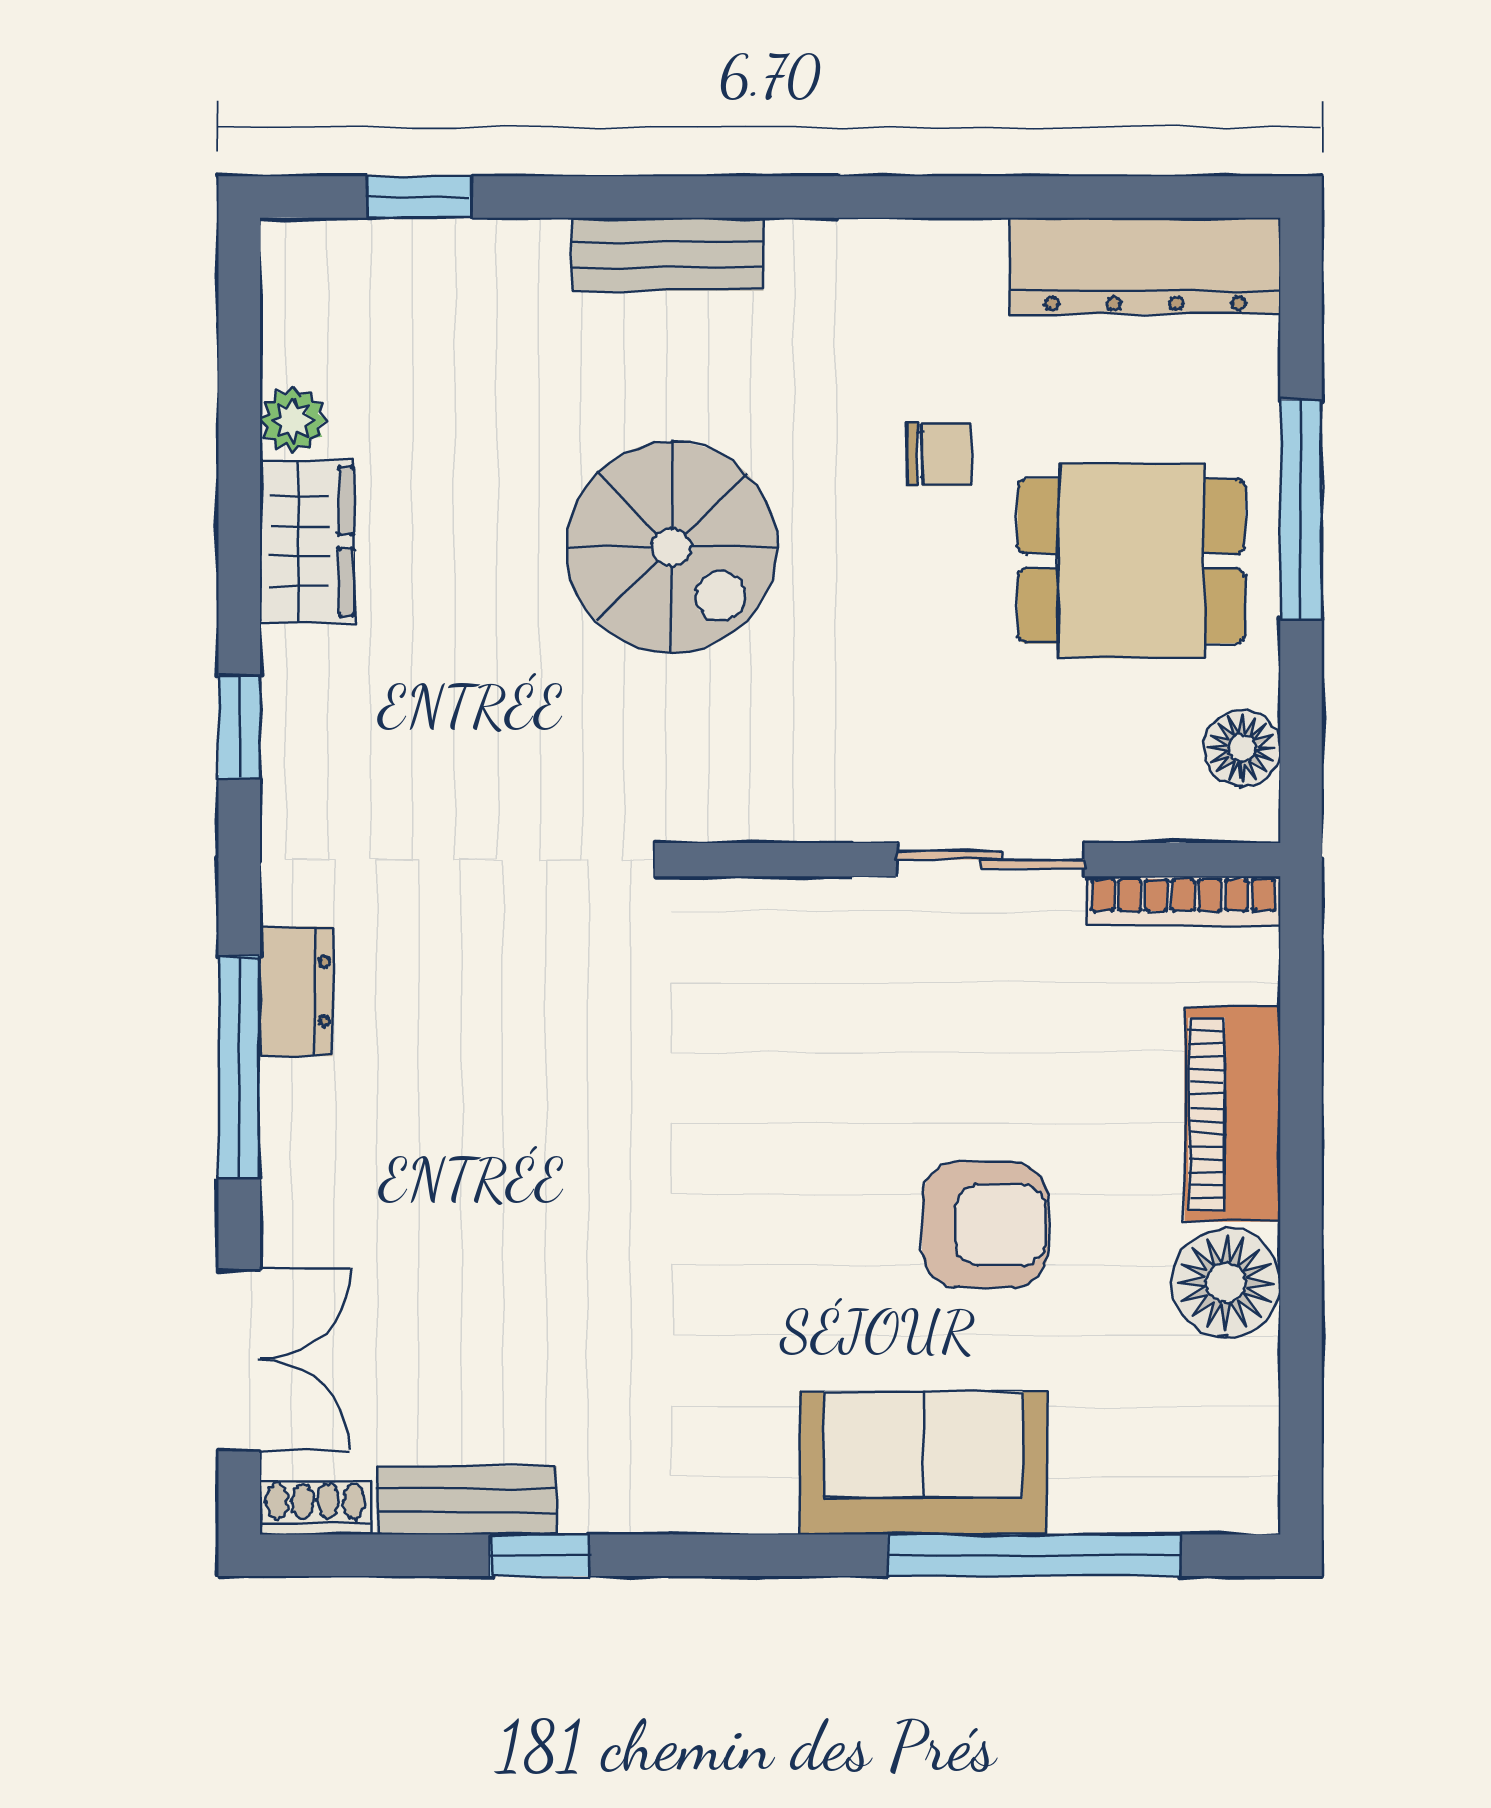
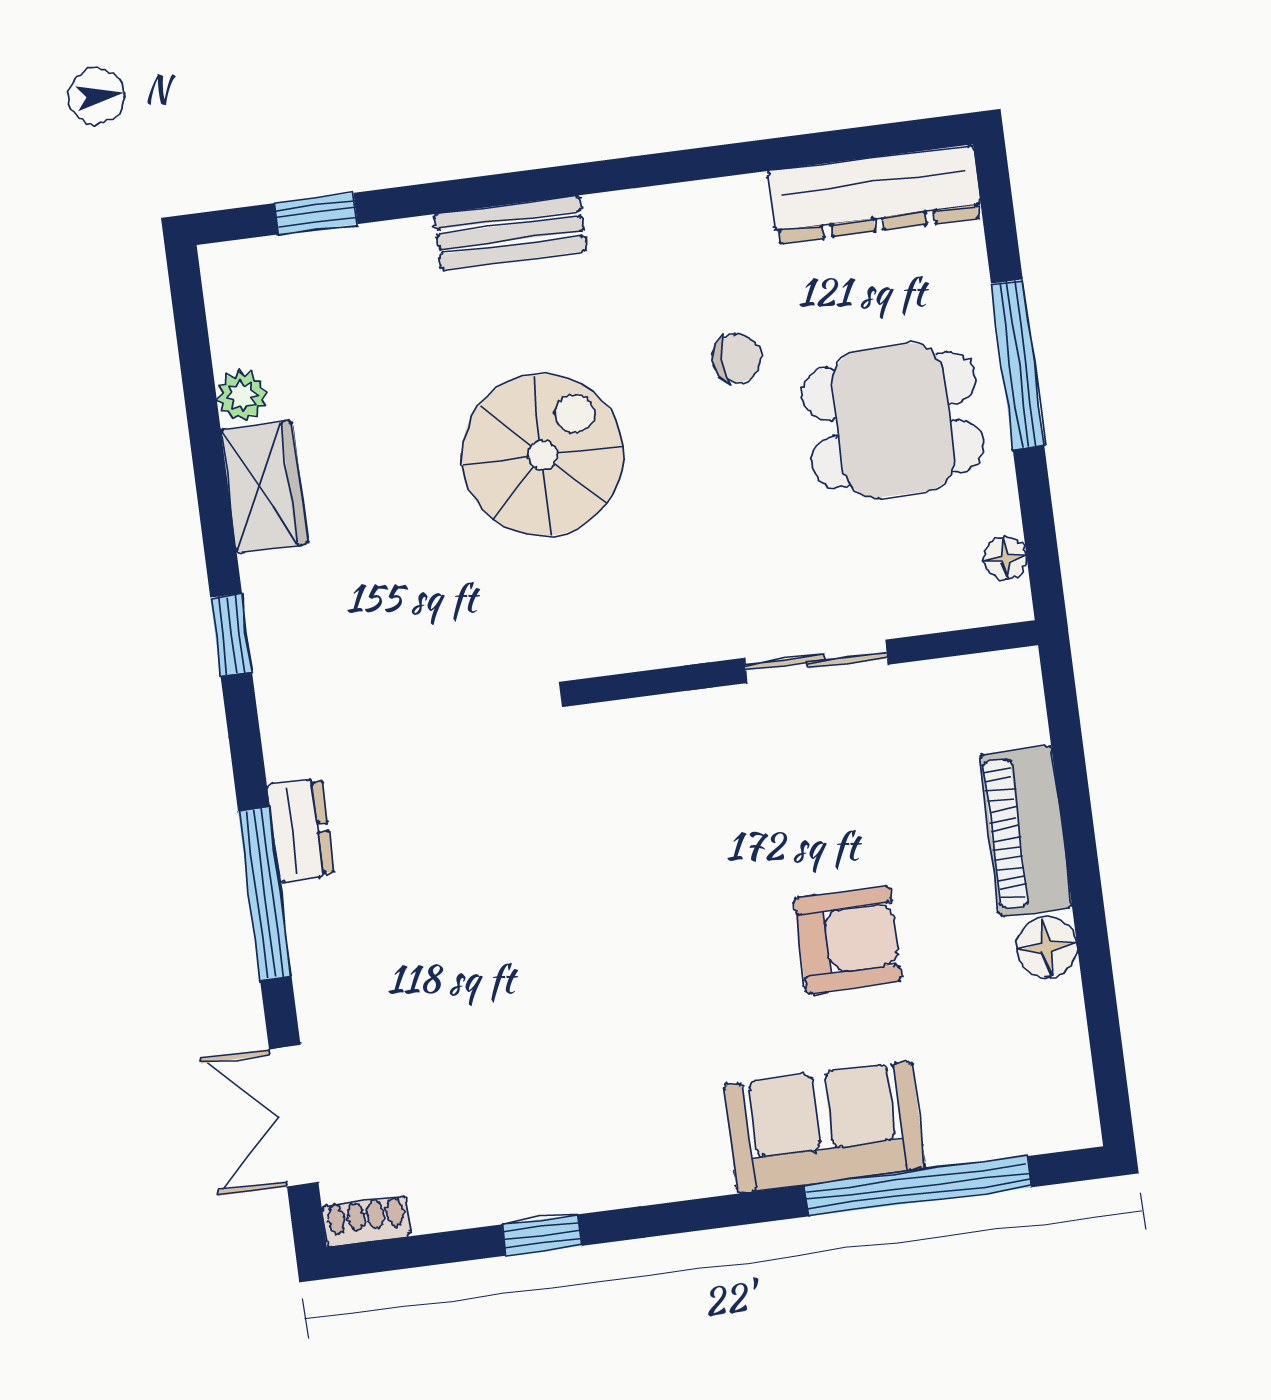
spiral stairs: (672, 547) -> (543, 455), turned -90
floor lamp: (1242, 748) -> (1005, 558), width x0.73, depth x0.73
bookcase: (1183, 901) -> (967, 674), removed
floor lamp: (1226, 1283) -> (1047, 947), width x0.73, depth x0.73
double door: (239, 1360) -> (294, 1116), swing flipped
bench: (467, 1500) -> (481, 1201), removed

